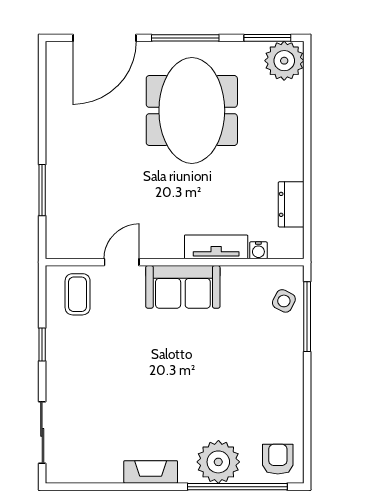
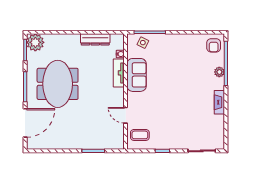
door: (105, 38) -> (25, 123), hinge flipped
meeting table: (192, 110) -> (58, 84), turned 90
dresser: (291, 204) -> (95, 39), width x1.44
sofa: (183, 287) -> (137, 75), moved
armchair: (278, 459) -> (214, 45), turned -90
plant: (218, 462) -> (219, 72), width x0.53, depth x0.53

